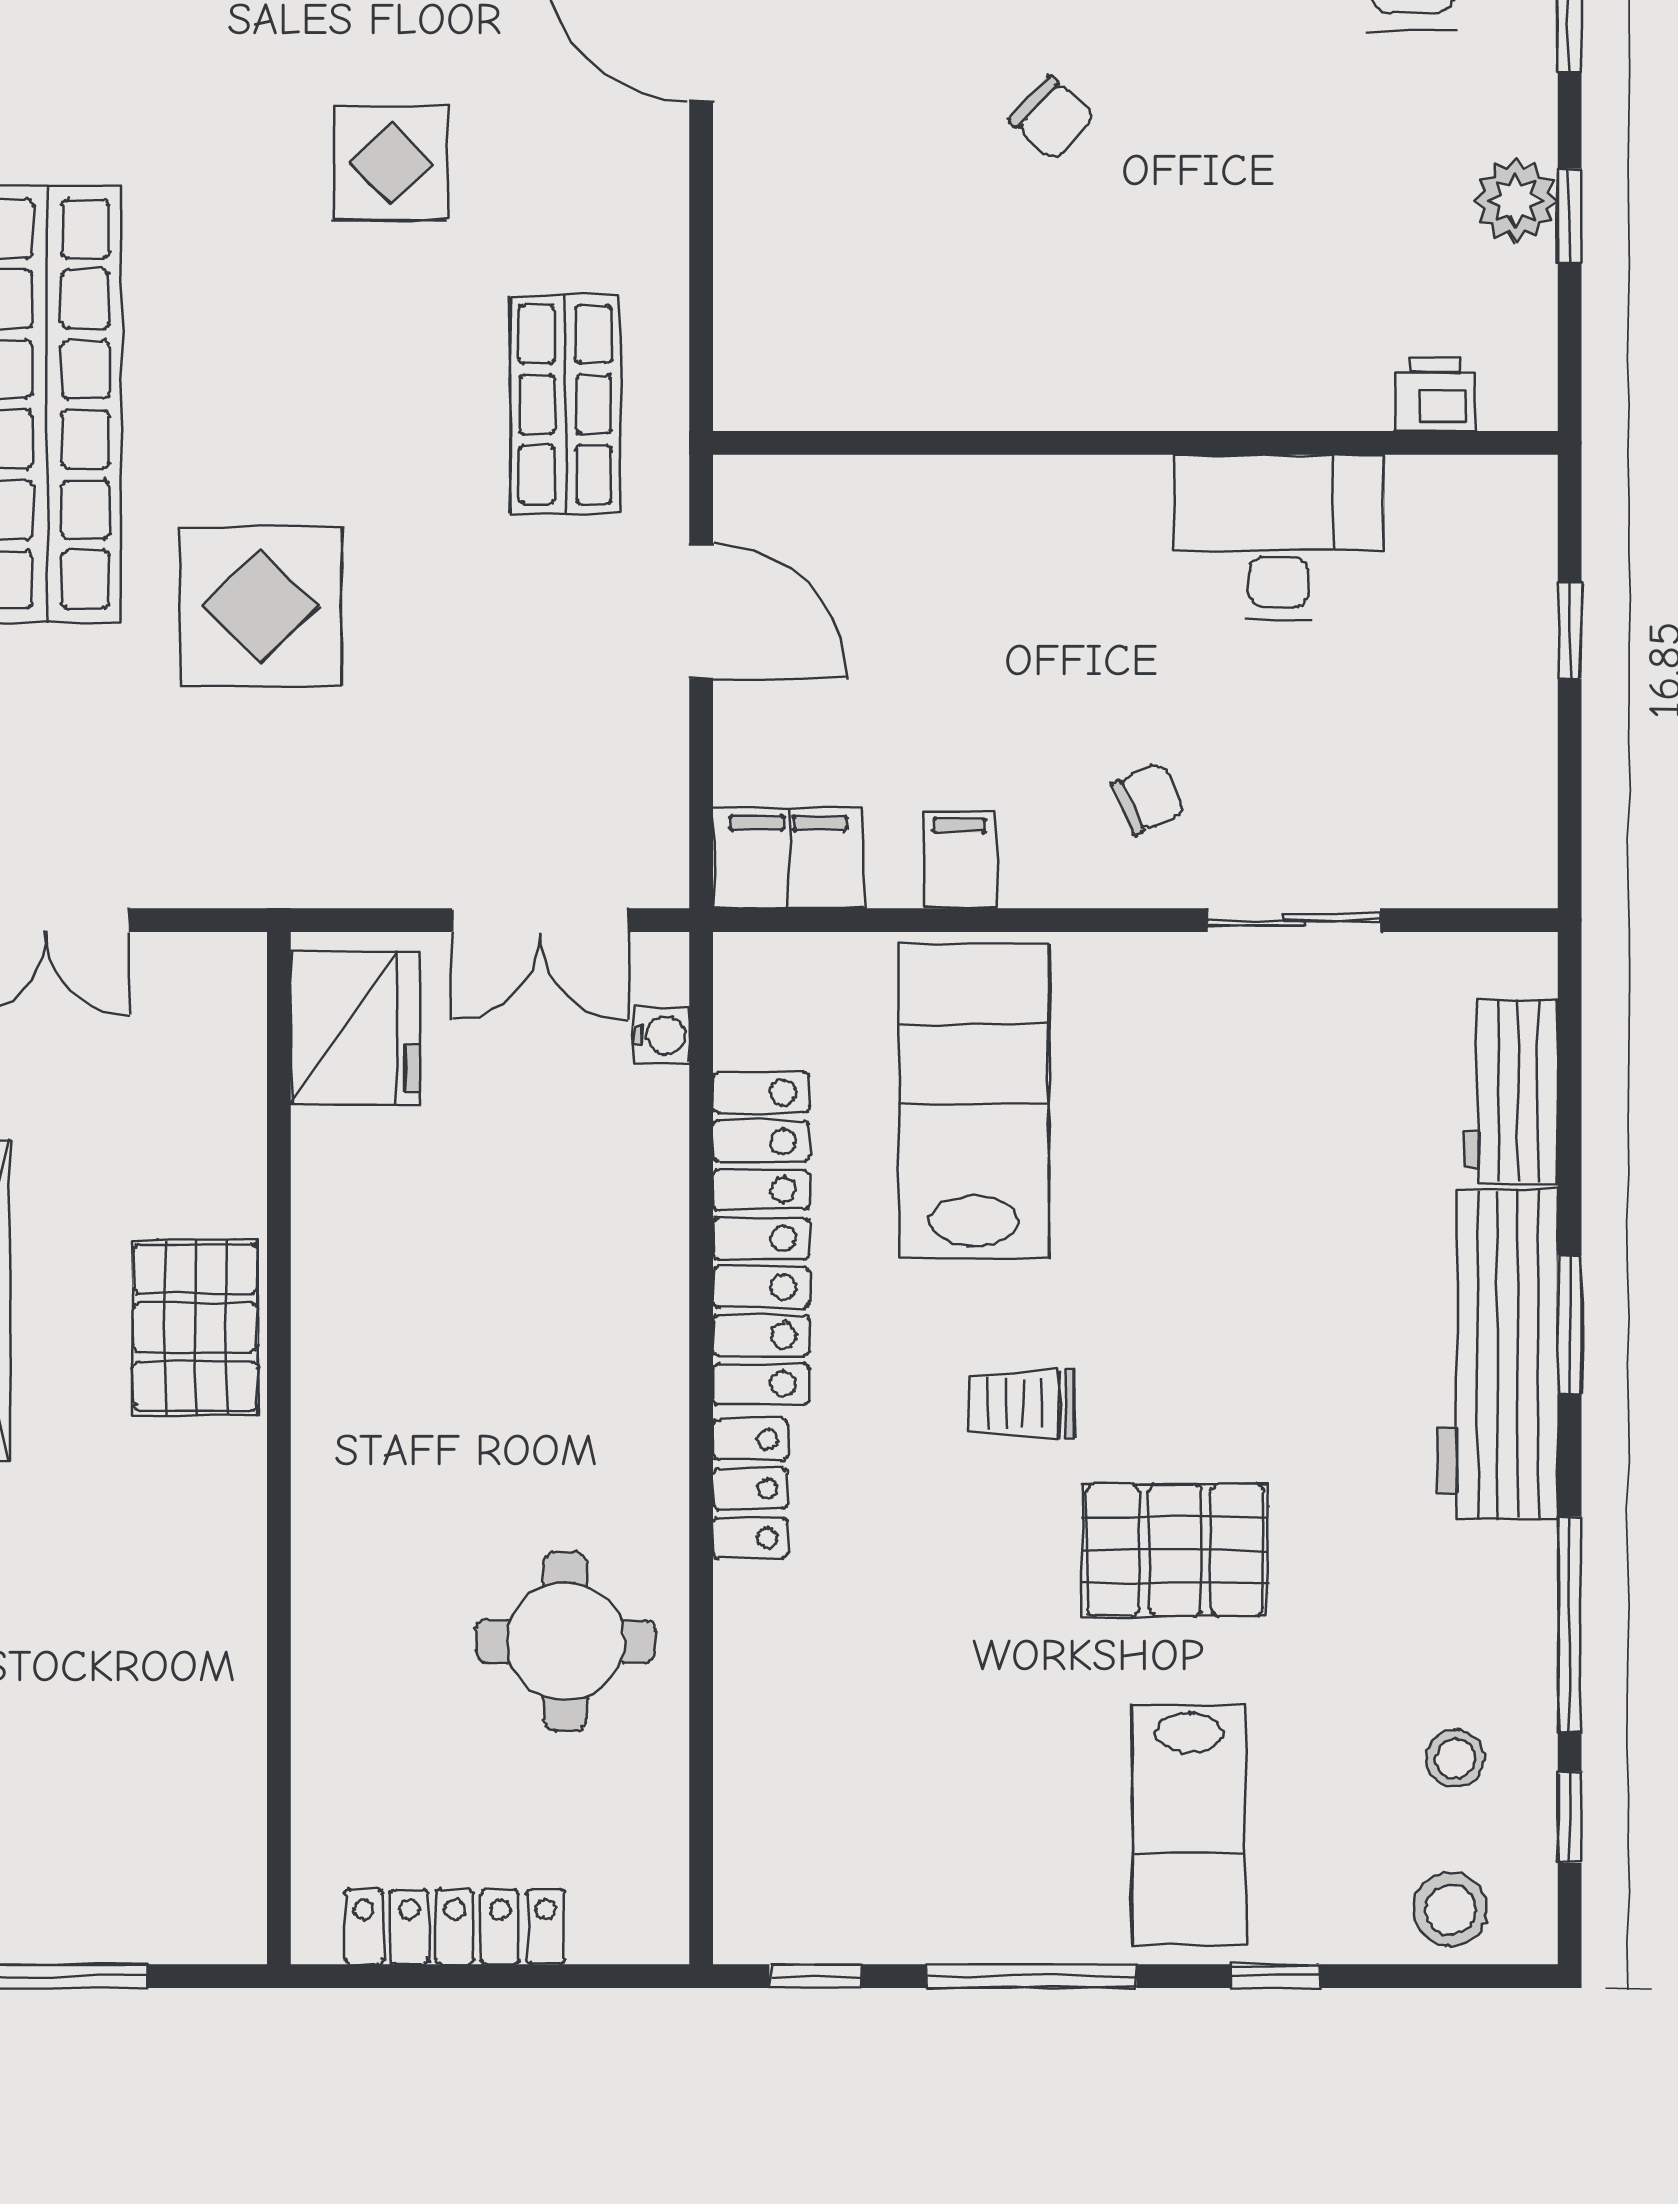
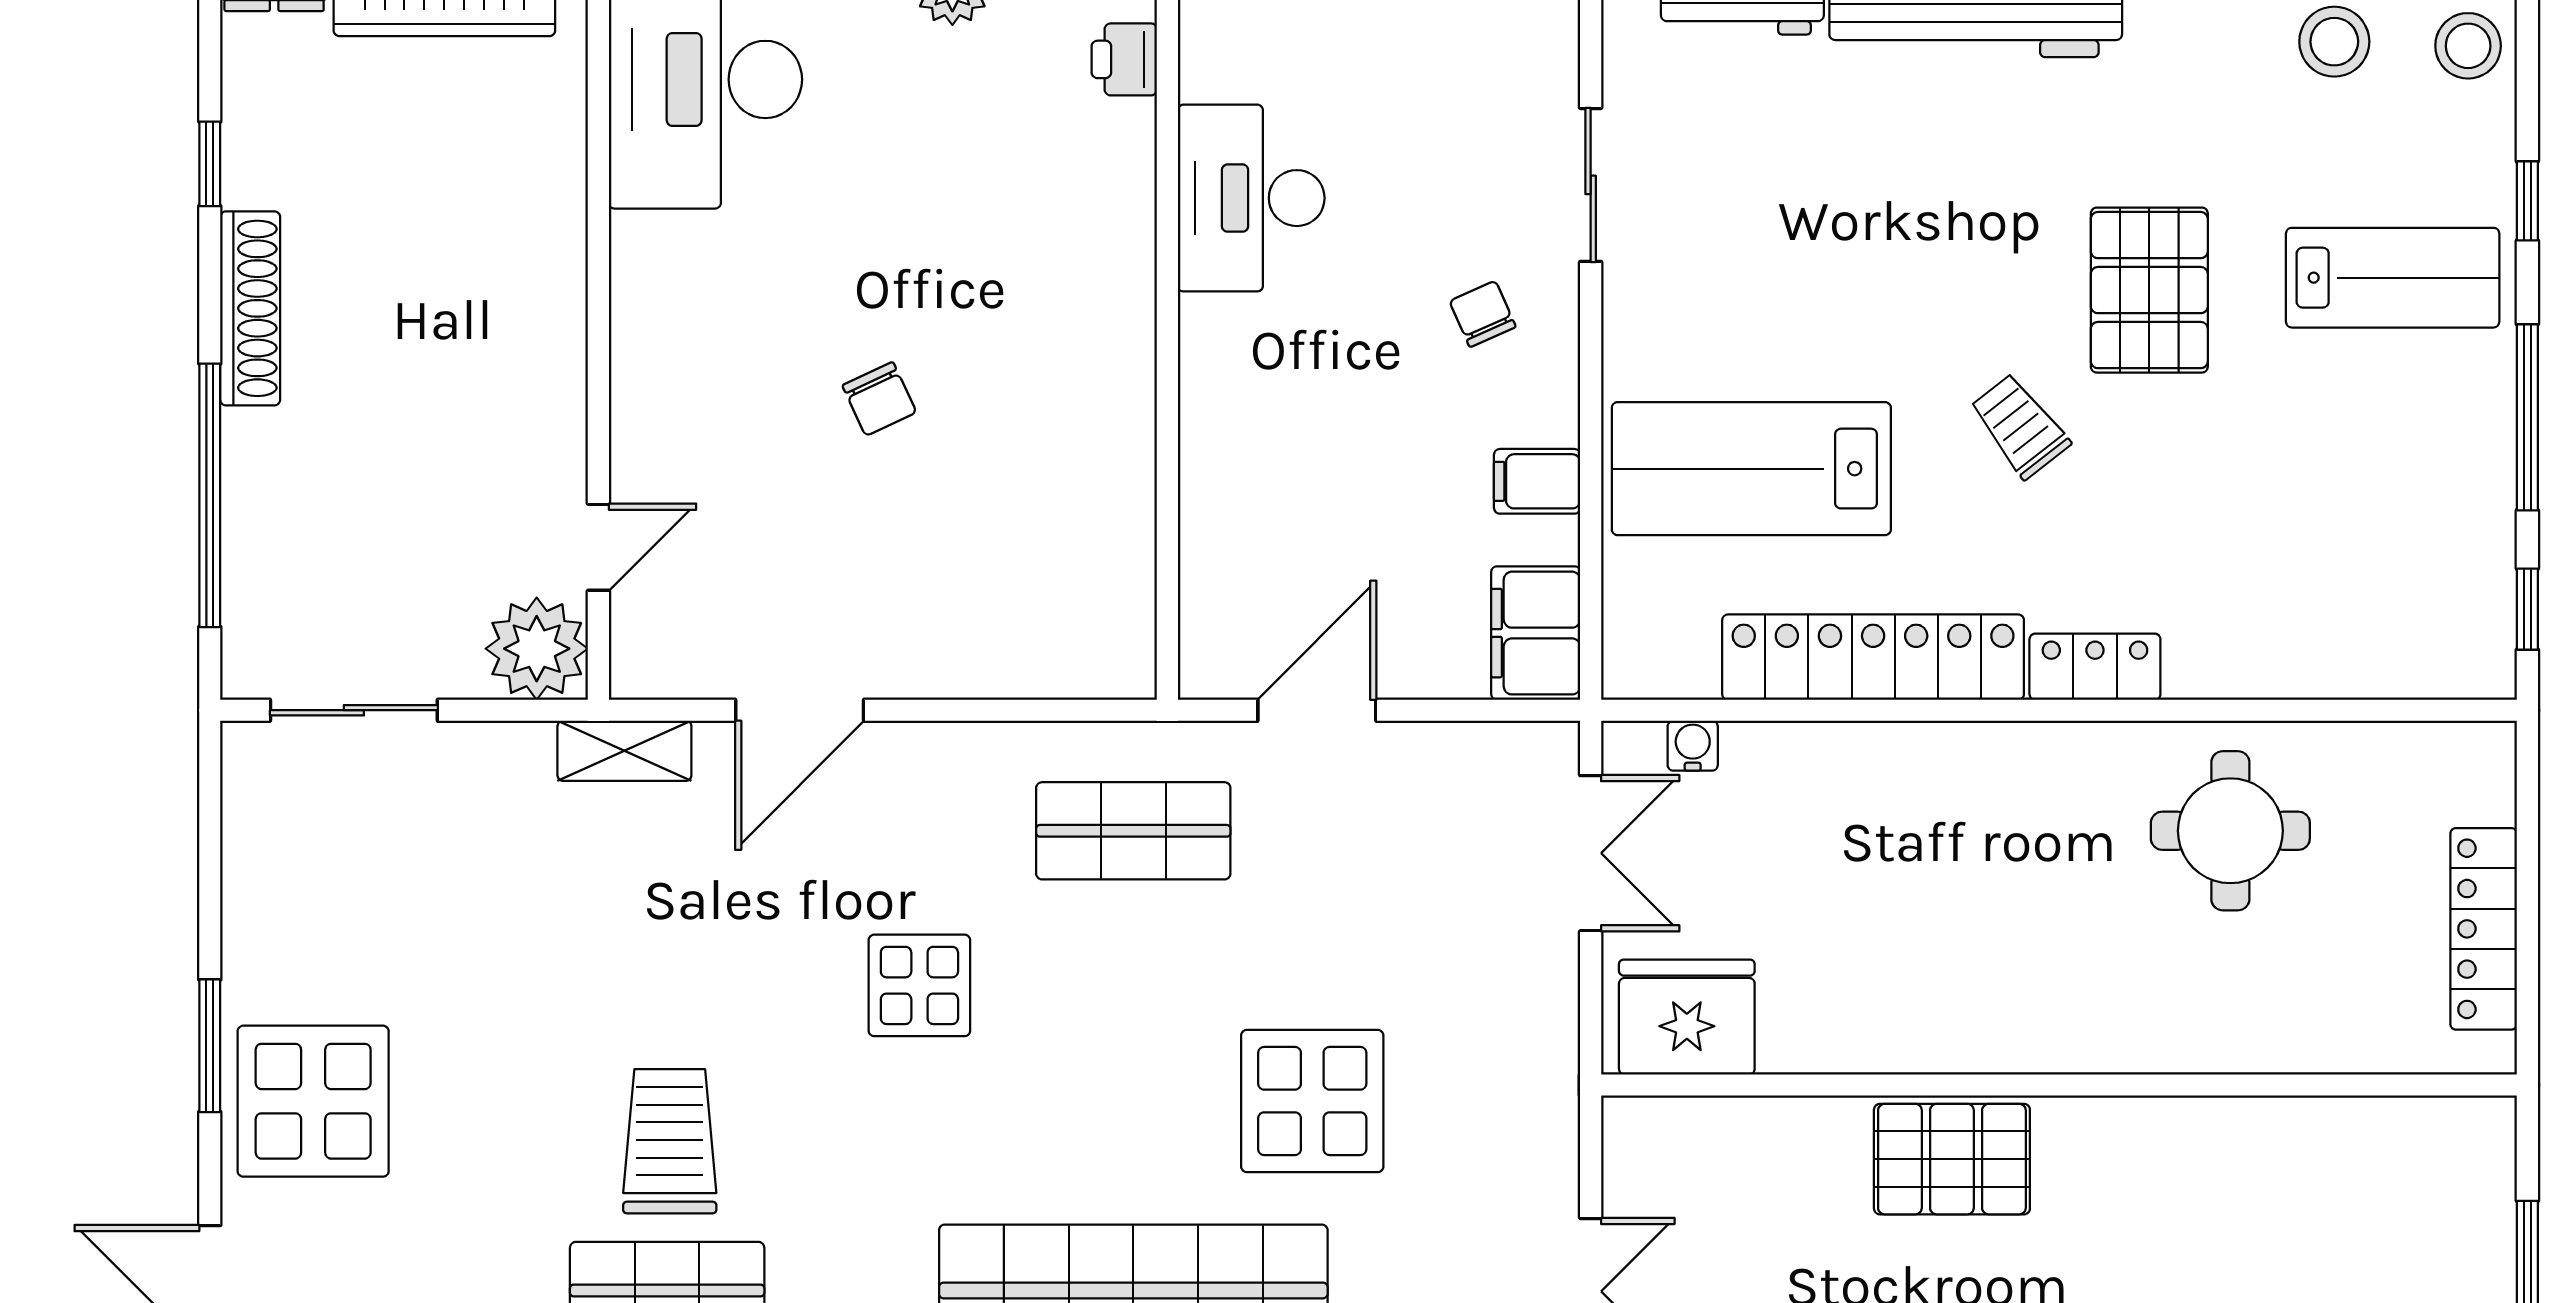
chair: (1052, 118) -> (879, 399), turned 113
trolley: (1022, 1404) -> (2020, 426), turned 142
stool: (1455, 1758) -> (2334, 42), width x1.37, depth x1.37

